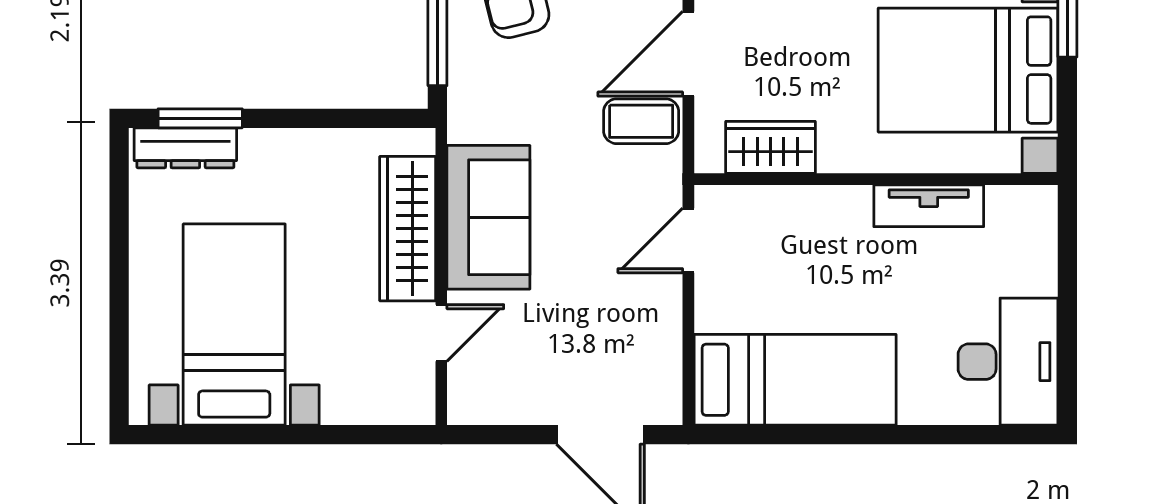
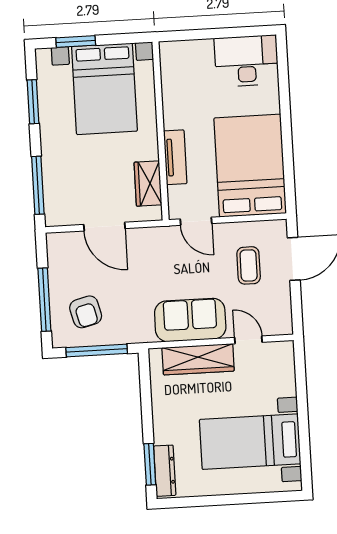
coffee table: (641, 121) -> (249, 265), moved
tv unit: (929, 206) -> (175, 157), moved
bed: (795, 380) -> (250, 166), width x1.50

